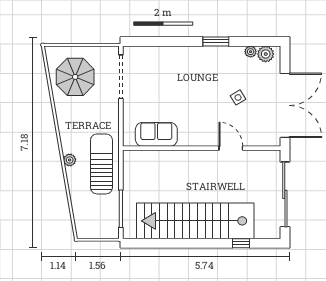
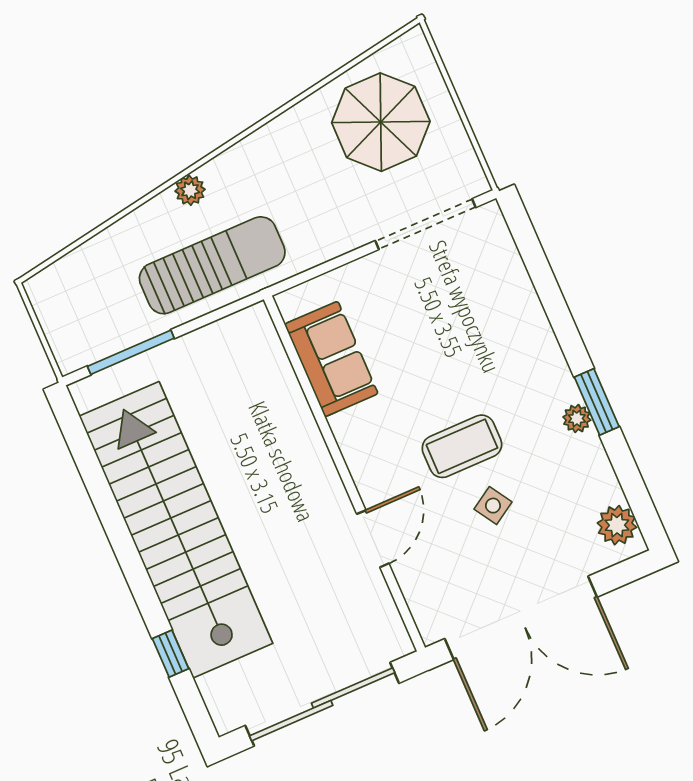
plant: (251, 52) -> (577, 419), moved
coffee table: (211, 99) -> (462, 446), added

